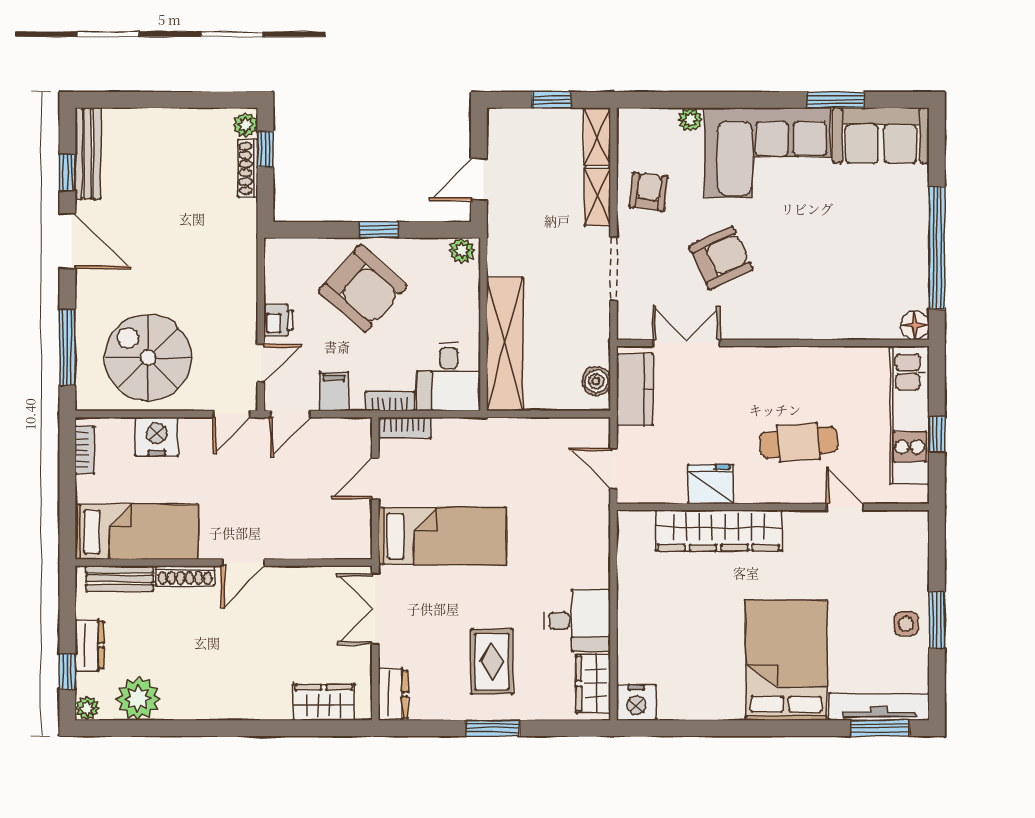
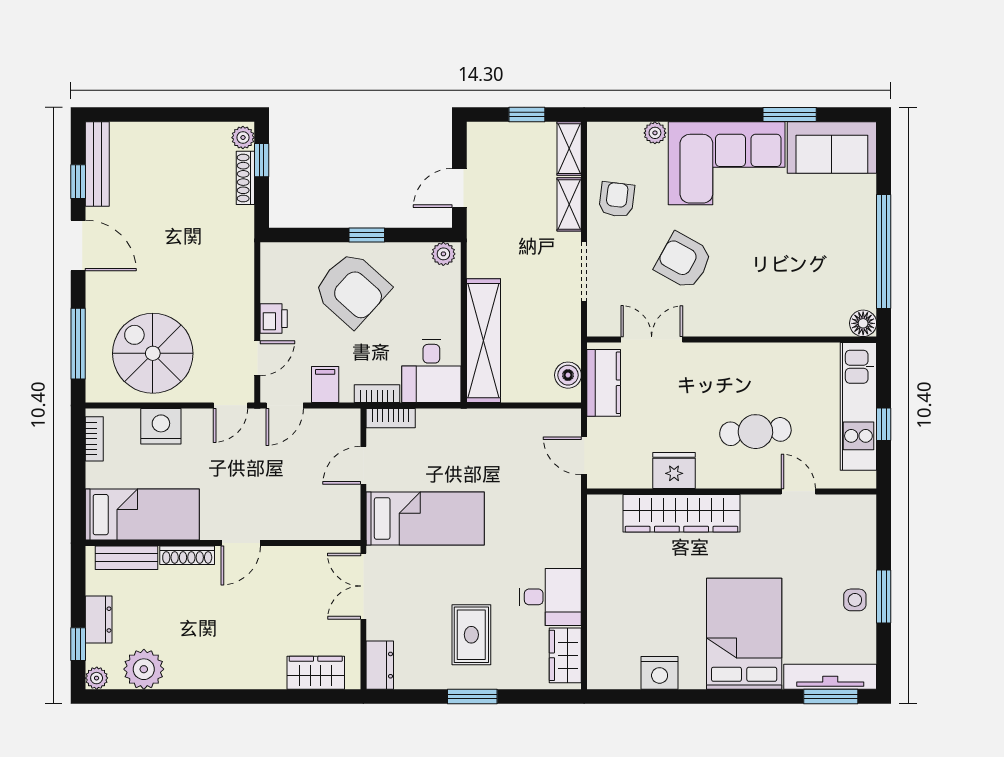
armchair: (721, 258) -> (684, 261), turned -126
nightstand: (636, 703) -> (660, 673), moved

